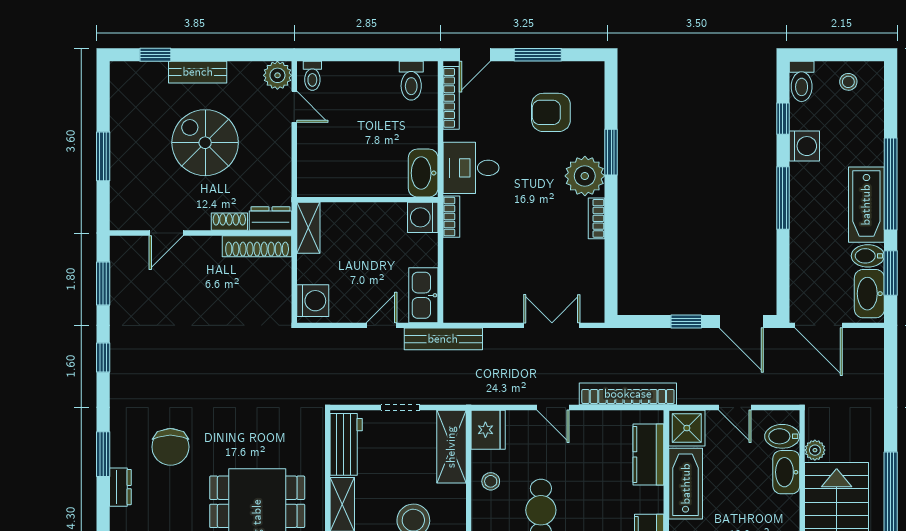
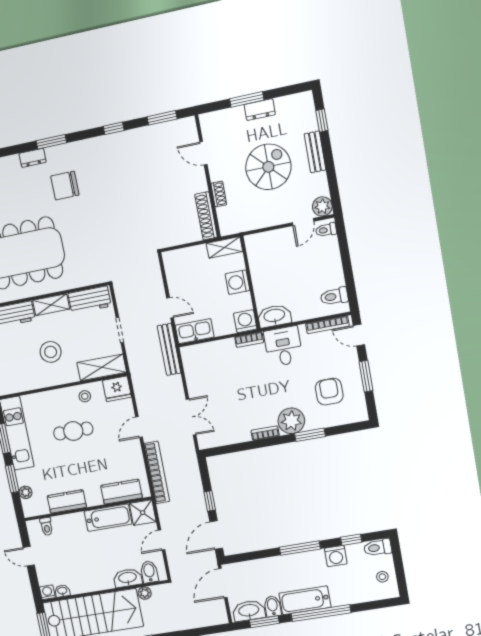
dresser: (270, 219) -> (260, 110), moved, turned 90
washing machine: (313, 301) -> (237, 282), moved, turned 90

